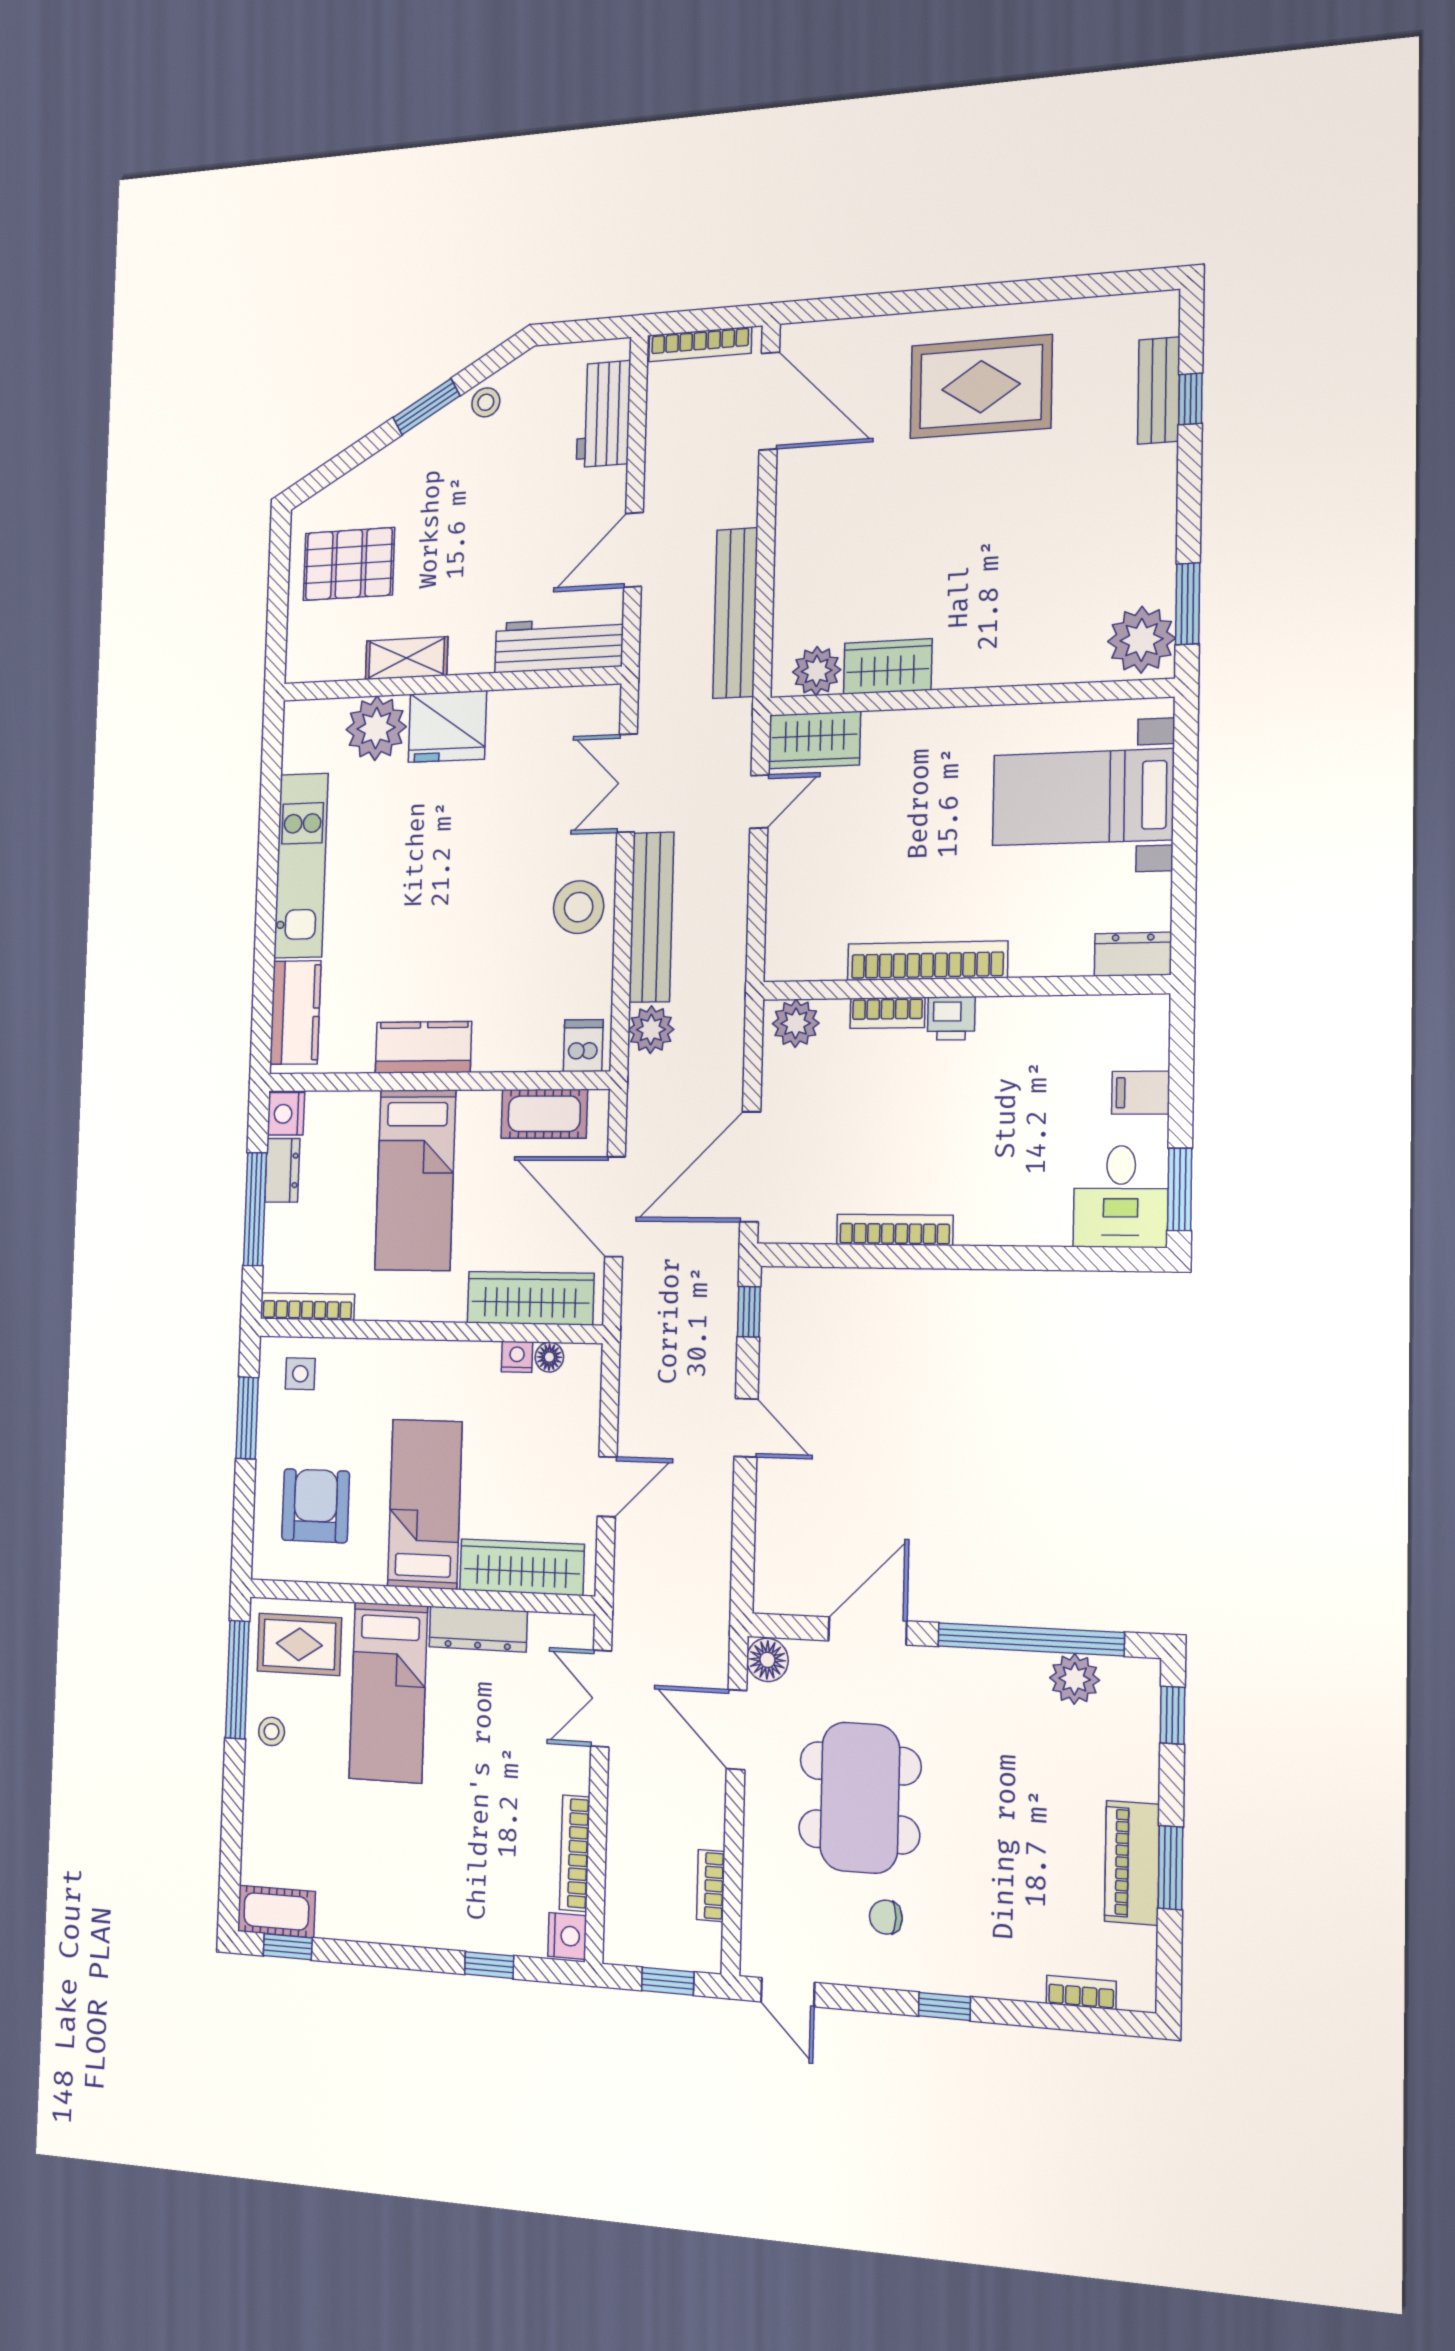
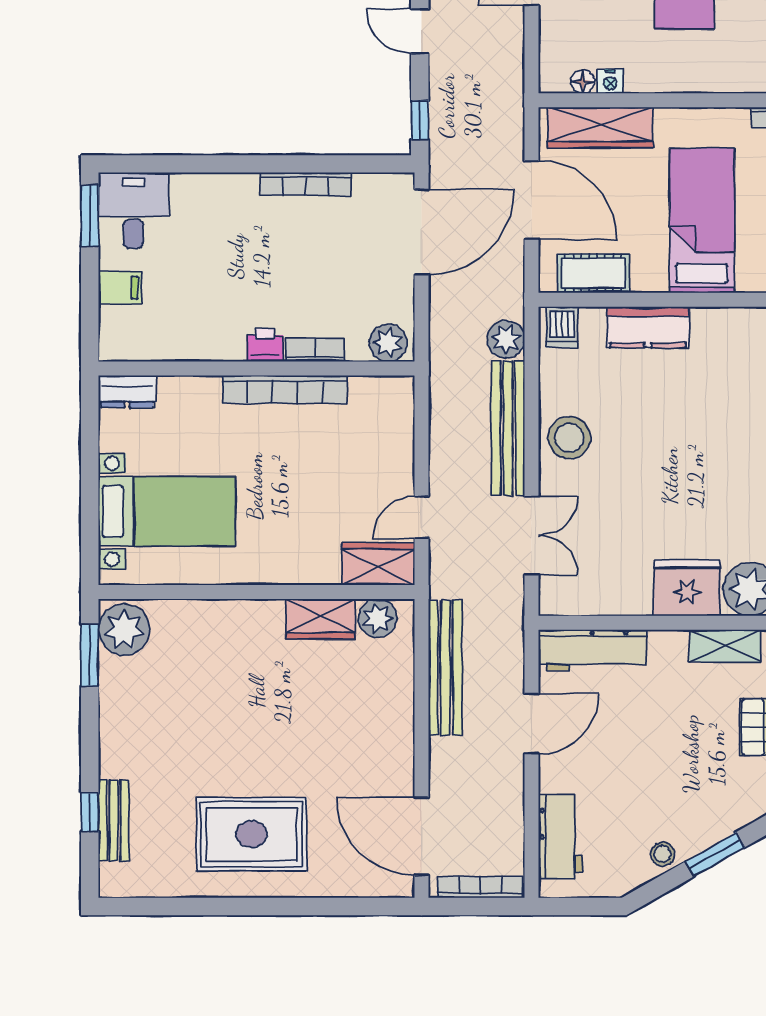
kitchen counter: (423, 1047) -> (648, 327), moved

